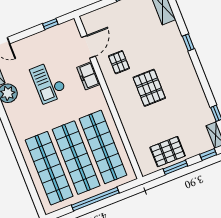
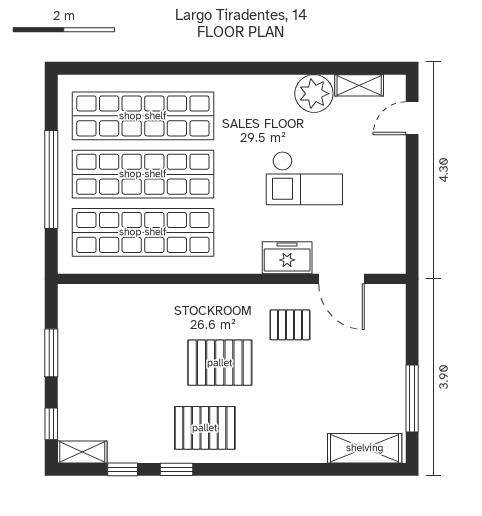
window: (50, 24) -> (412, 225), removed
window: (188, 42) -> (177, 469), moved
checkout: (48, 82) -> (304, 178), turned 180
pallet: (168, 152) -> (205, 428), moved, turned 90

